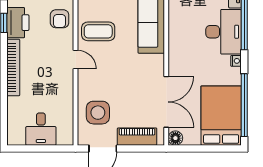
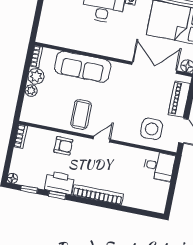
desk: (41, 129) -> (159, 166), moved

